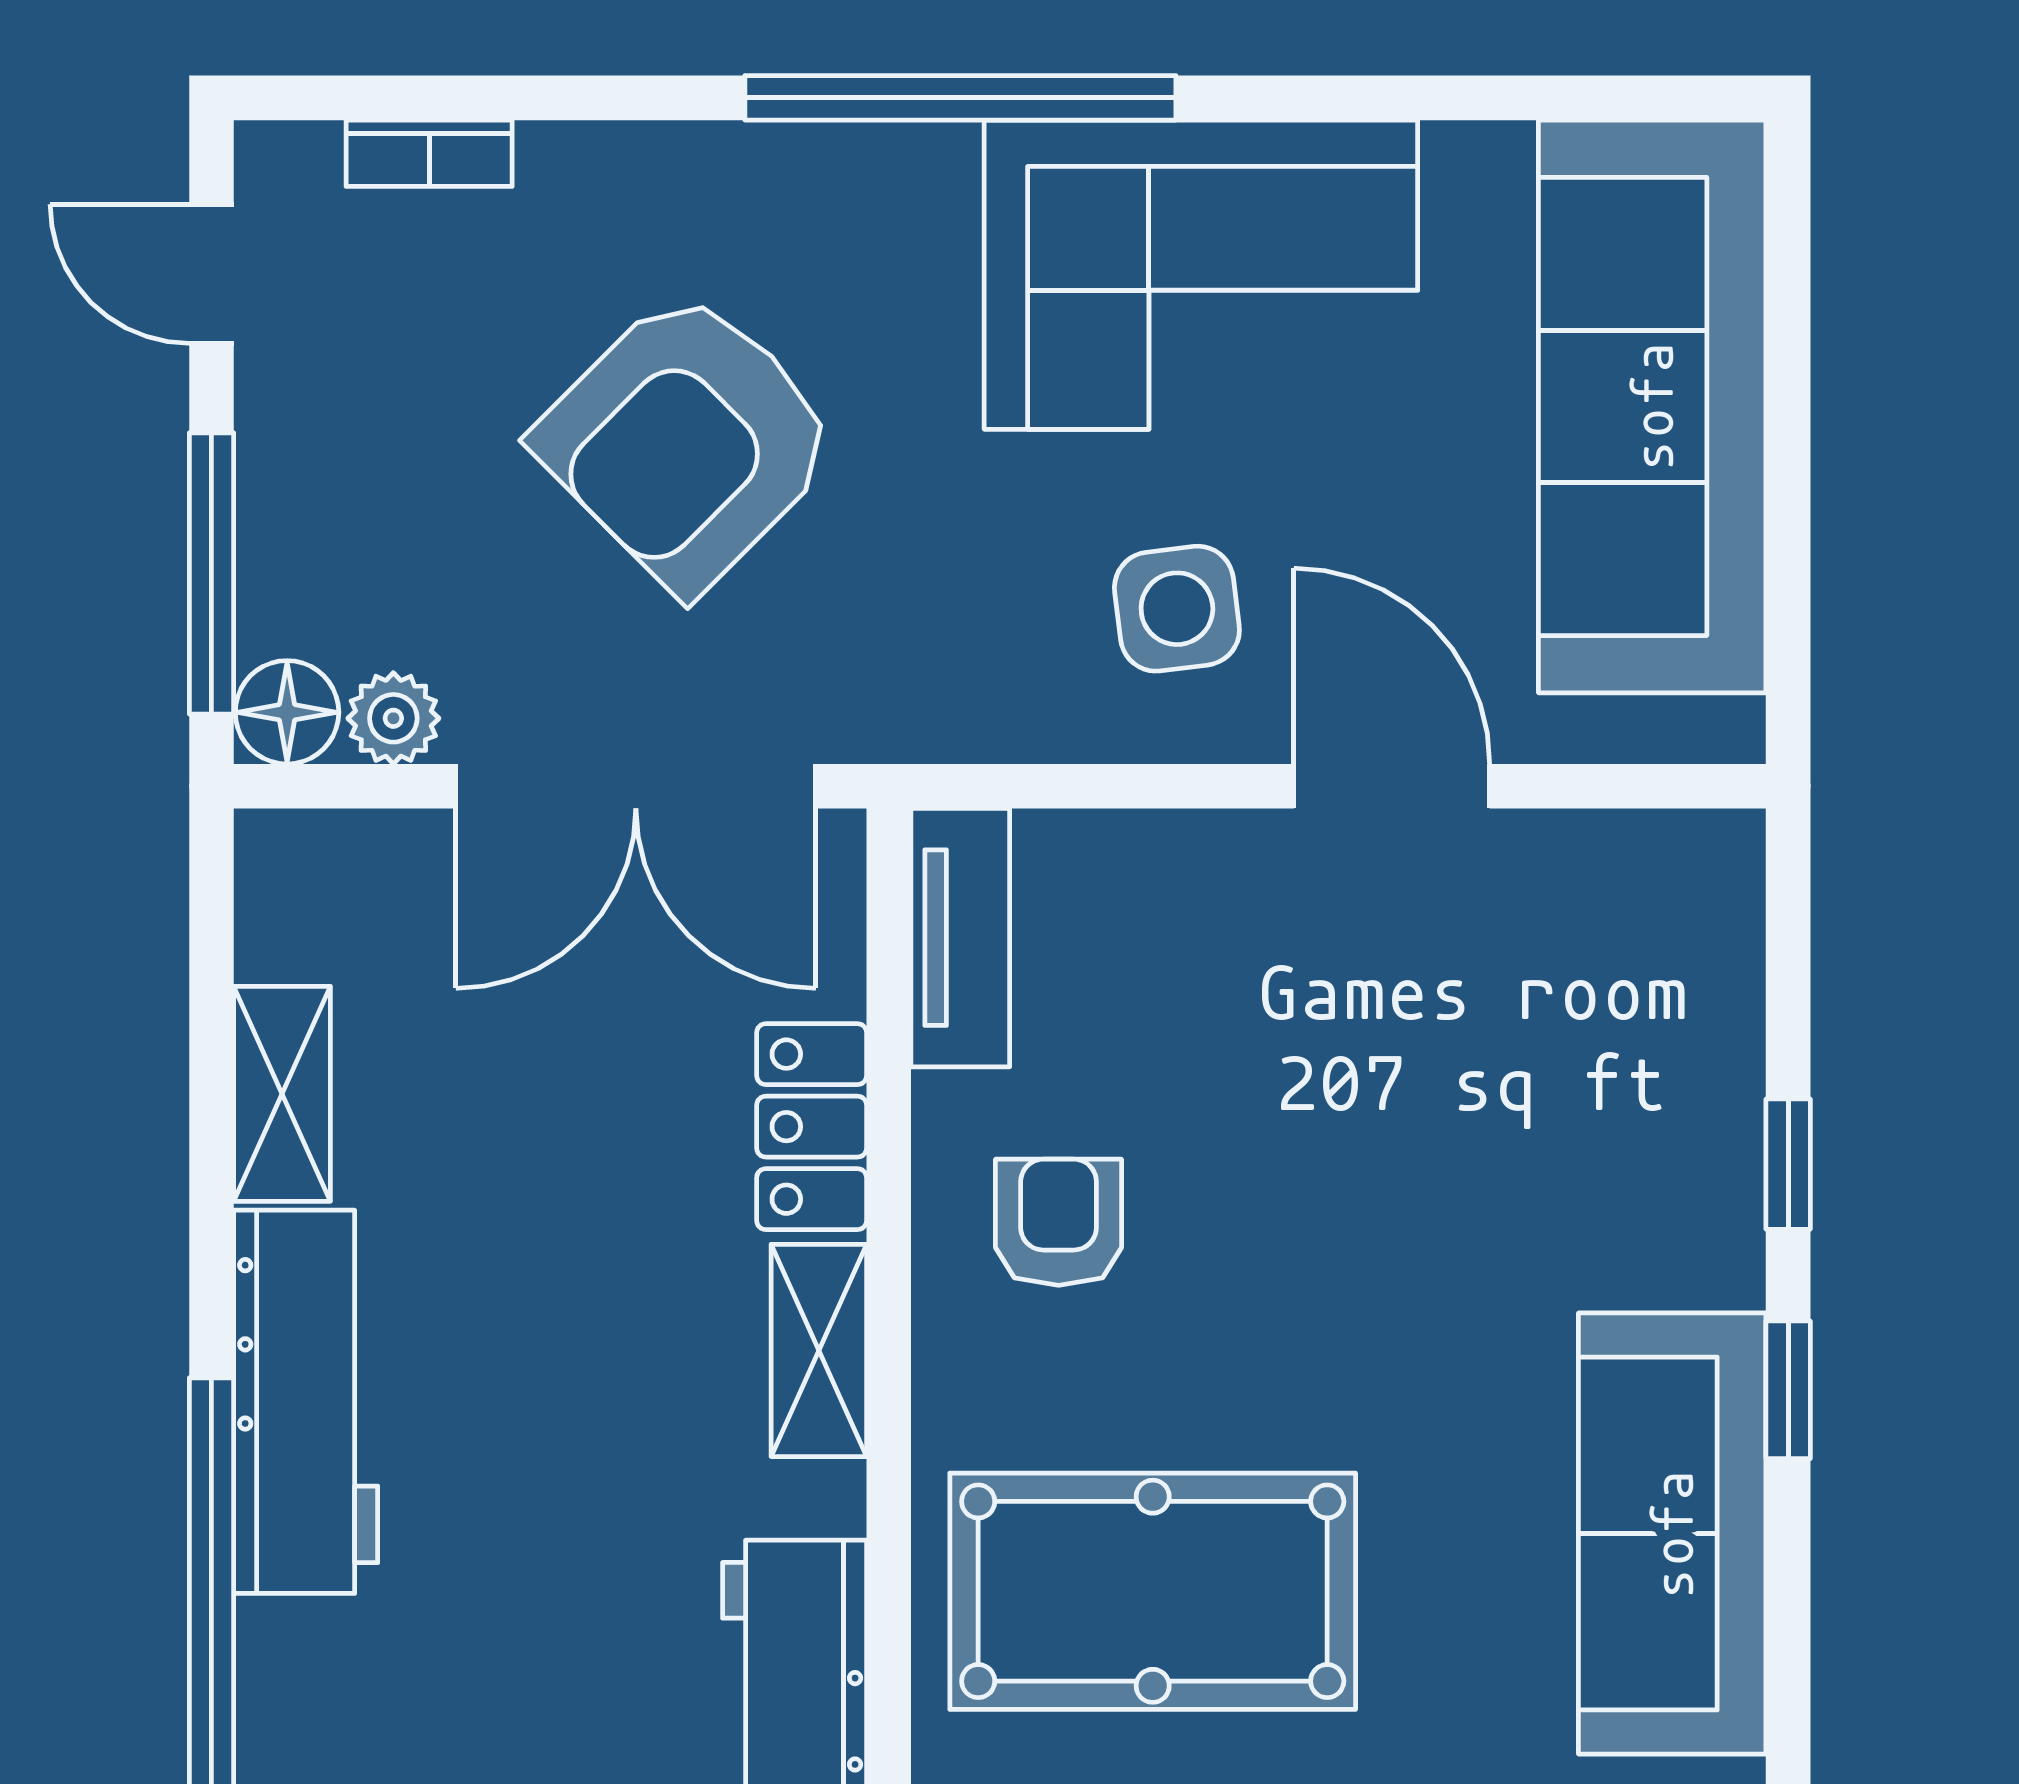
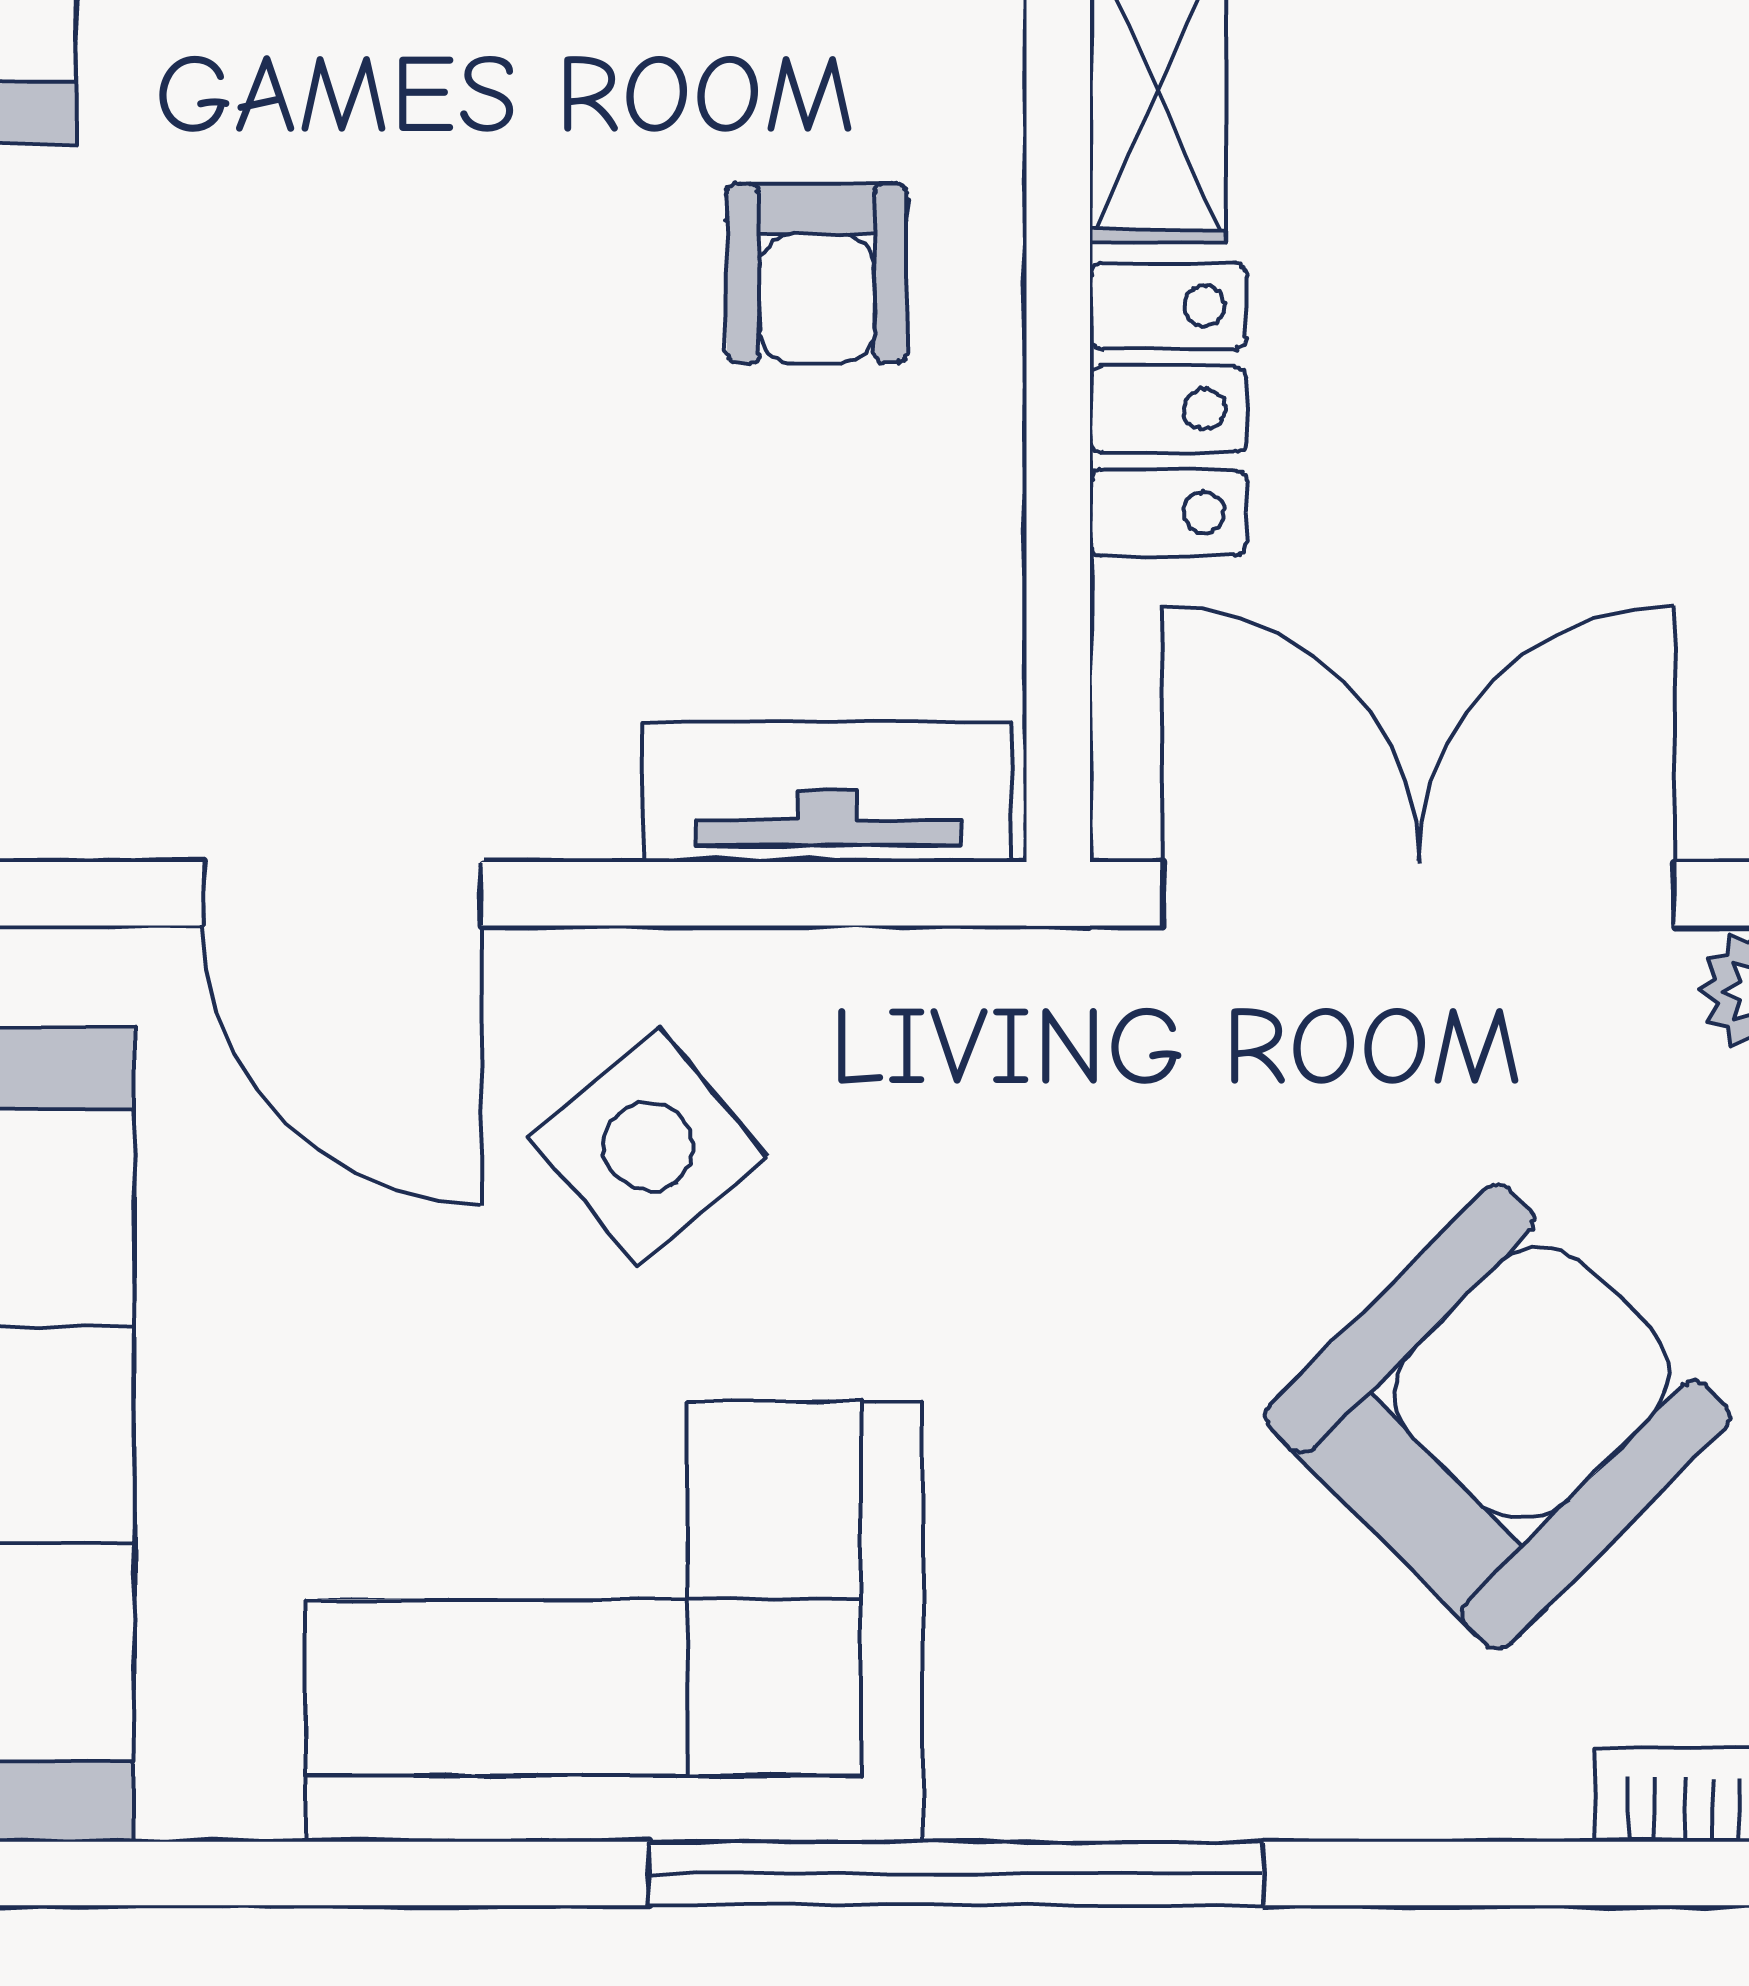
armchair: (688, 440) -> (1498, 1416), moved
side table: (1177, 609) -> (648, 1146), turned -33
tv unit: (960, 938) -> (827, 792), moved, turned 90

